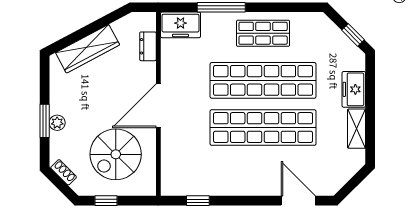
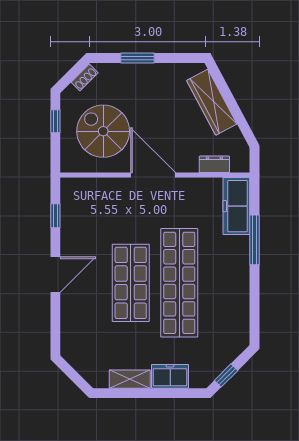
freezer: (181, 25) -> (236, 206), width x1.40
shop shelf: (263, 33) -> (228, 283), removed
plant: (57, 123) -> (136, 71), removed
shop shelf: (263, 128) -> (131, 283), width x0.71
door: (298, 201) -> (55, 275), moved

